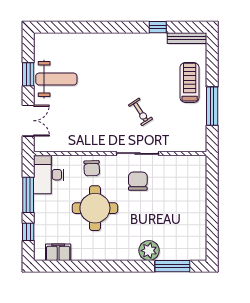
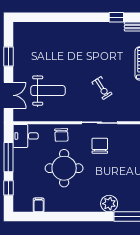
weight bench: (56, 79) -> (48, 91), moved
desk: (49, 175) -> (26, 136), width x0.73
filing cabinet: (58, 252) -> (39, 205), width x0.50

